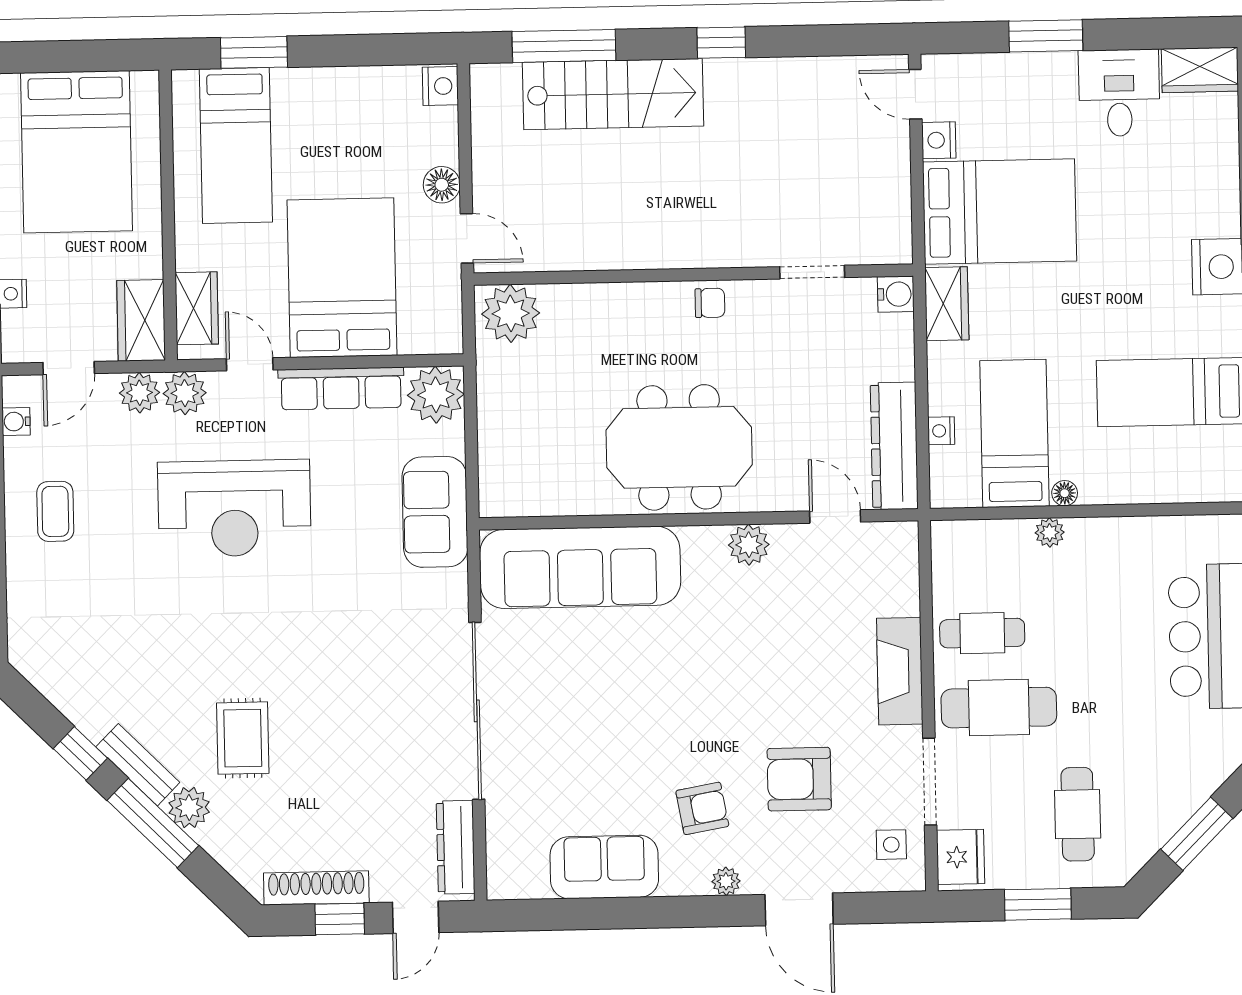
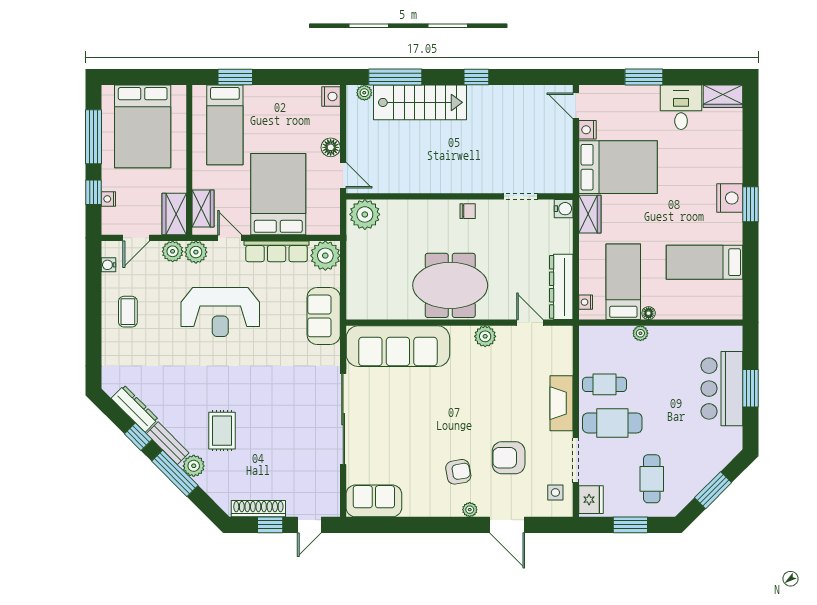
plant: (505, 77) -> (364, 93), added
nightstand: (941, 431) -> (586, 302), moved
dresser: (456, 847) -> (135, 409), moved, turned 135
sofa: (604, 867) -> (374, 501), moved

